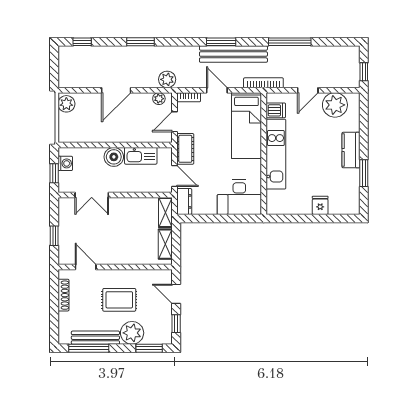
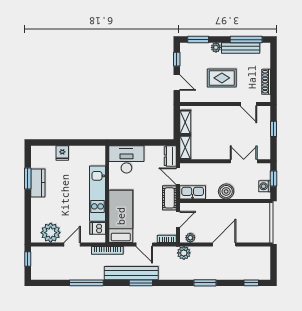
plant: (66, 104) -> (264, 234), removed
kitchen counter: (351, 150) -> (38, 183), moved
kitchen sink: (141, 156) -> (193, 192), moved
plant: (132, 333) -> (216, 47), width x0.53, depth x0.53

